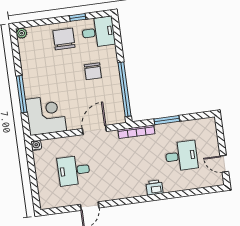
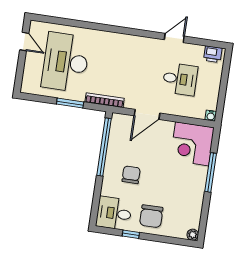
desk: (181, 156) -> (66, 62), width x1.87, depth x1.30
printer: (154, 187) -> (213, 54), moved

